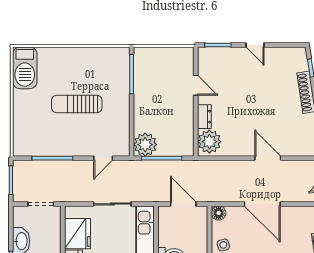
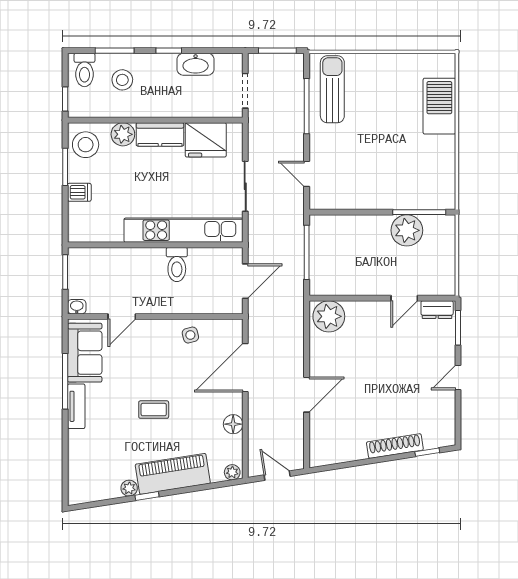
barbecue: (25, 68) -> (439, 106), moved, turned 90
sun lounger: (77, 104) -> (332, 89), moved
dresser: (204, 117) -> (437, 310), moved
plant: (145, 145) -> (407, 230), moved
door: (262, 204) -> (245, 368), moved
floor lamp: (219, 213) -> (233, 424), moved

